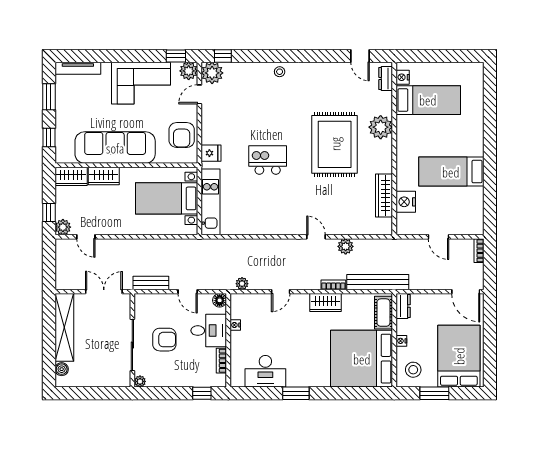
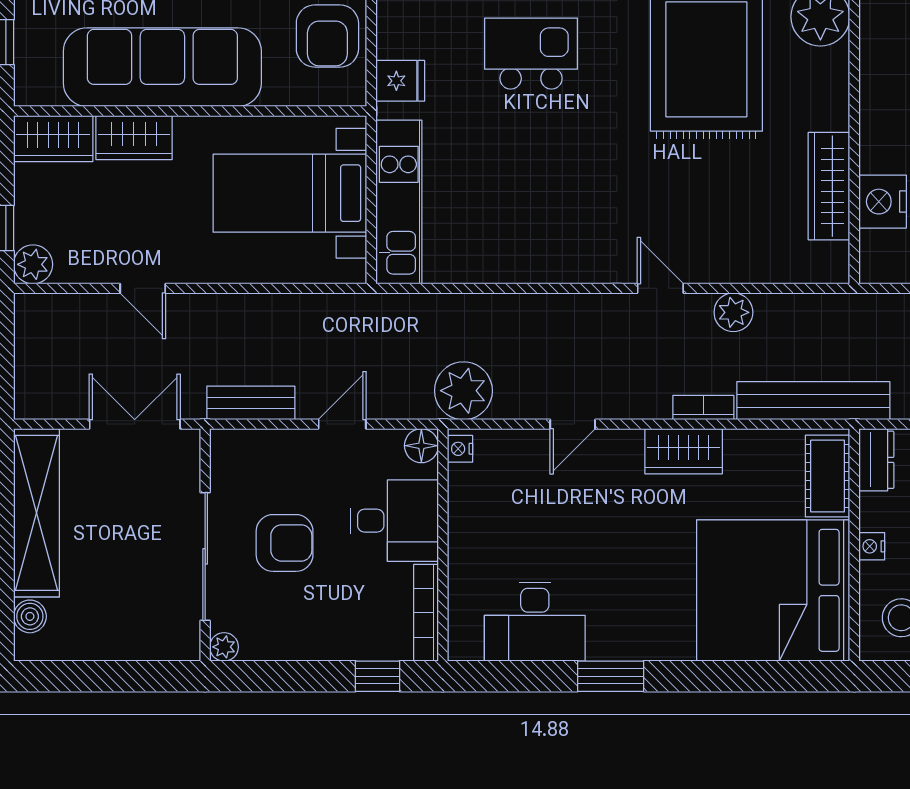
kitchen island: (268, 160) -> (531, 54), moved
door: (86, 237) -> (143, 288), moved
plant: (242, 284) -> (463, 391), width x1.88, depth x1.88
door: (188, 292) -> (342, 424), swing flipped
nightstand: (235, 325) -> (460, 449), moved
bookcase: (221, 361) -> (426, 613), width x1.56

